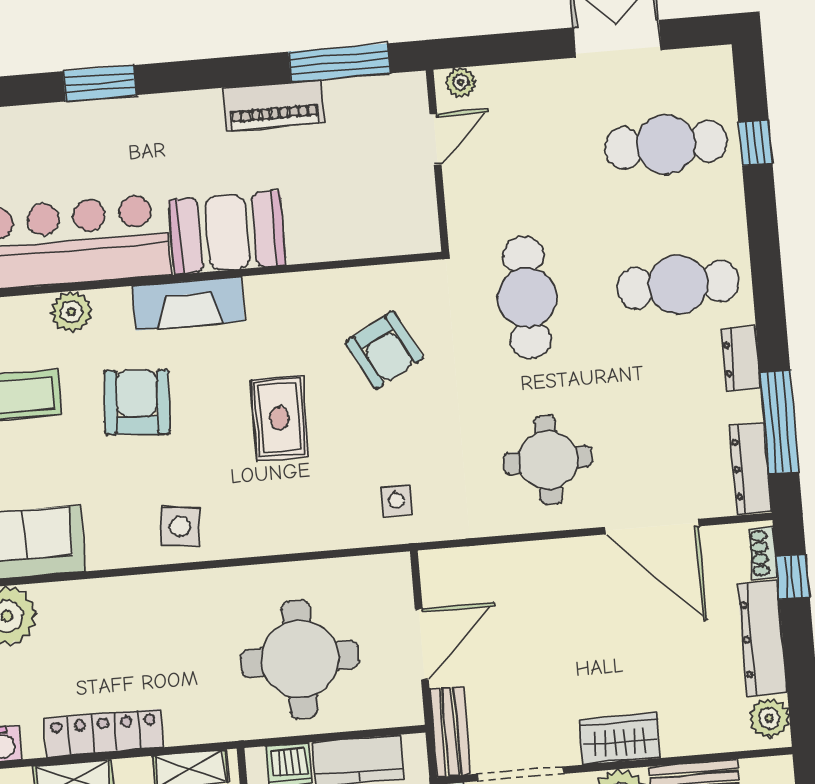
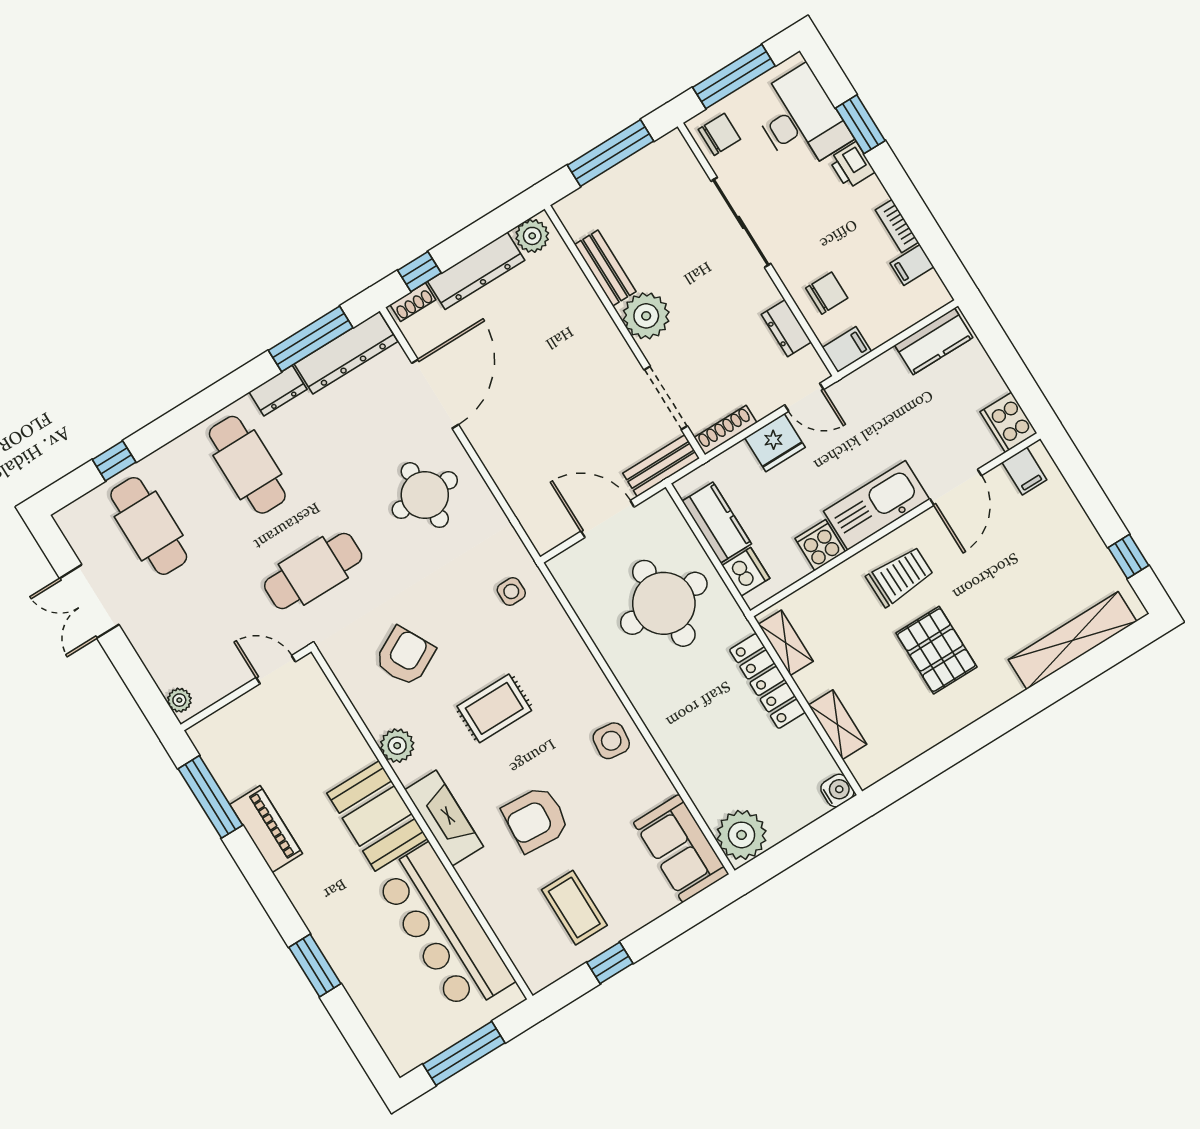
door: (436, 139) -> (276, 670), moved
plant: (71, 312) -> (397, 746), moved
dresser: (751, 469) -> (346, 353), width x1.37, depth x1.24
locker: (104, 733) -> (767, 681), moved
wardrobe: (620, 739) -> (603, 338), removed

